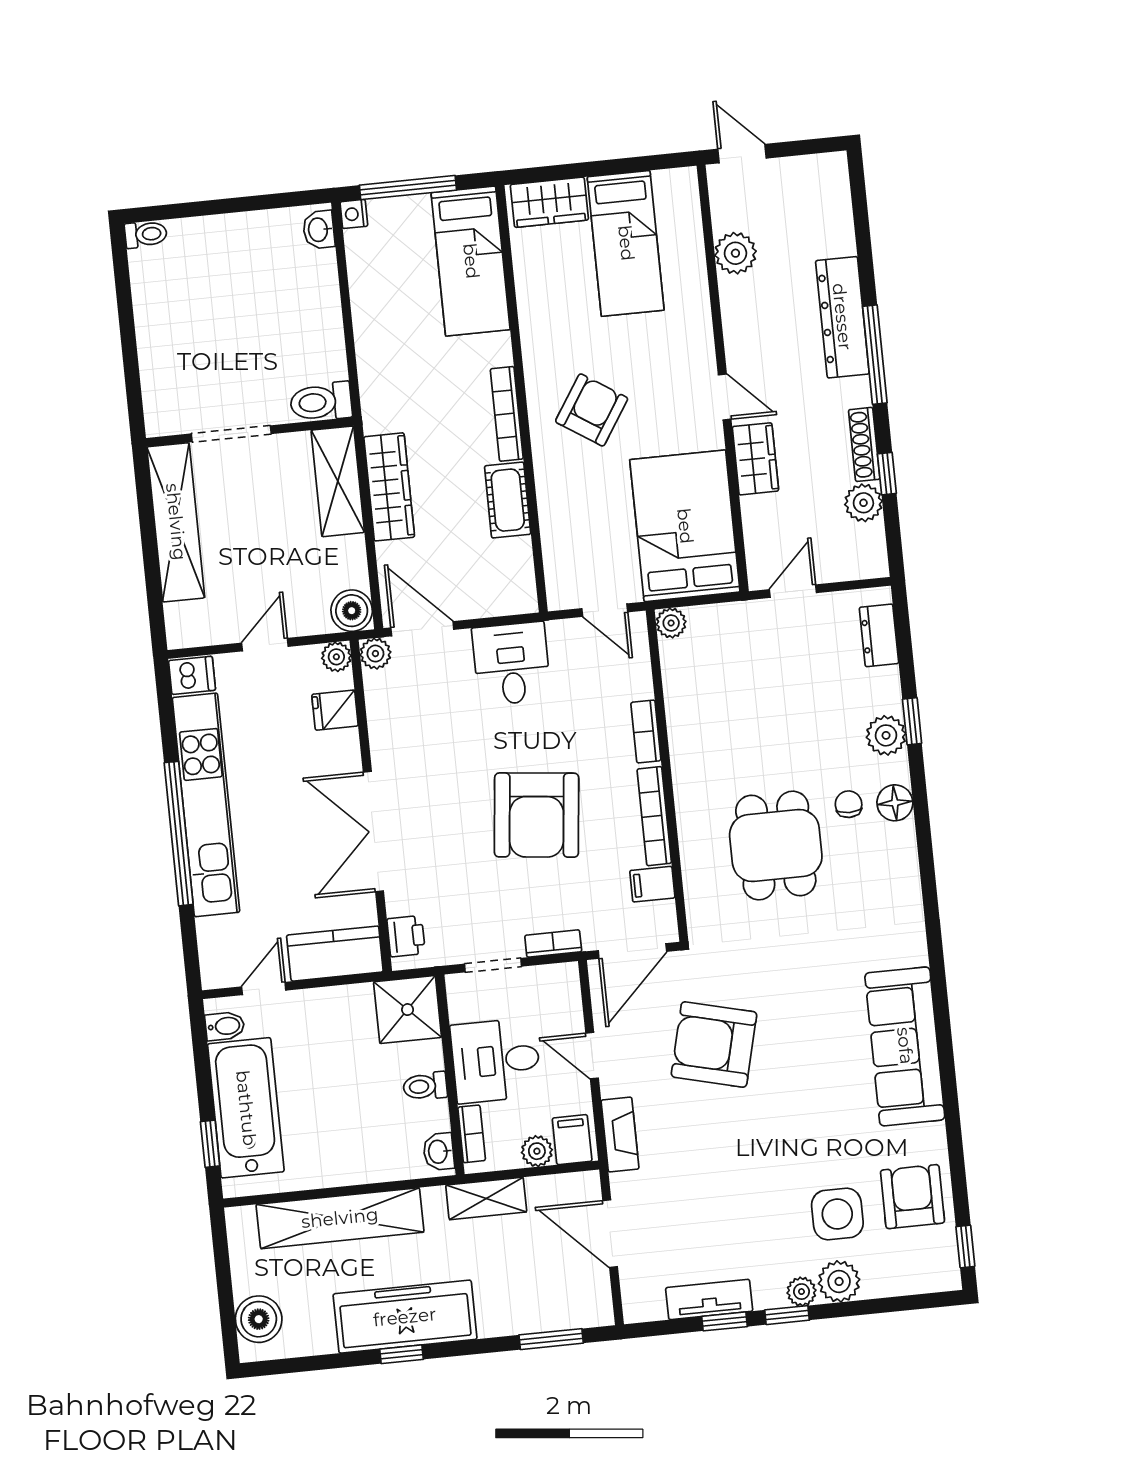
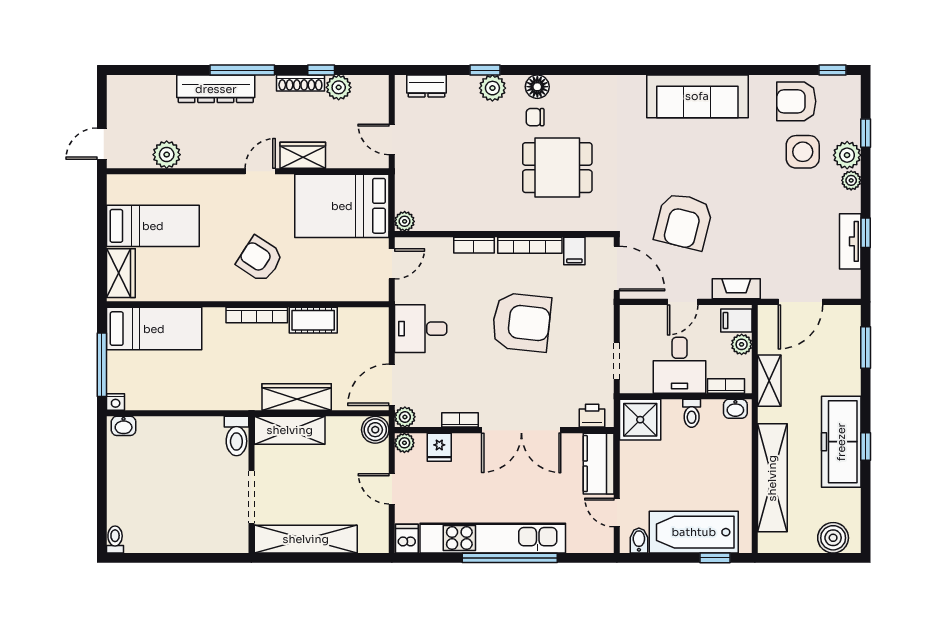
bookcase: (553, 944) -> (460, 420), moved, turned 90
window: (787, 1315) -> (866, 133), moved

